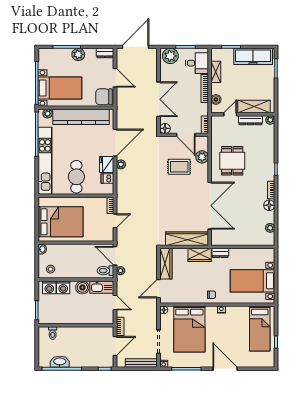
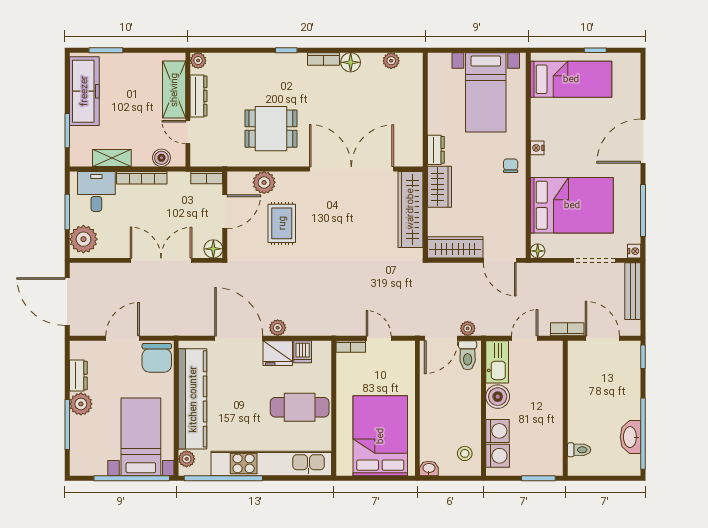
dresser: (105, 53) -> (78, 376), moved

